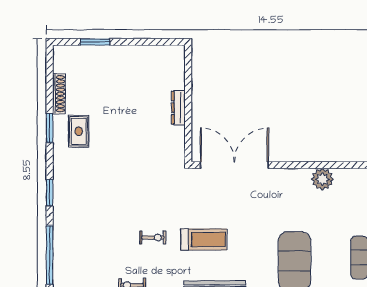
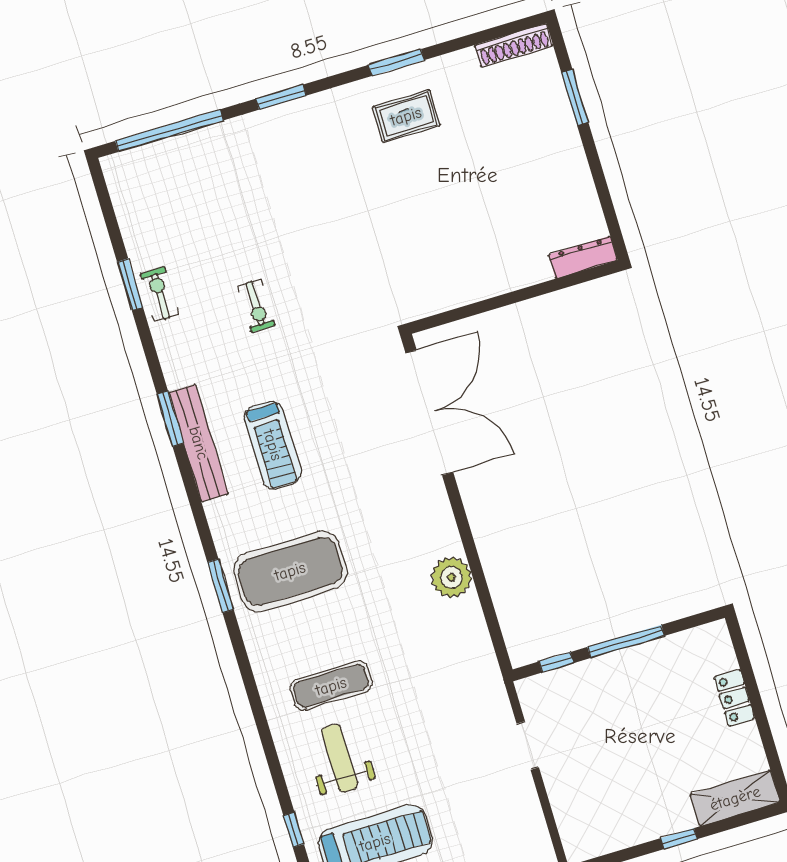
shoe rack: (59, 94) -> (514, 45), moved
dresser: (178, 108) -> (583, 257), moved
treadmill: (204, 239) -> (273, 445), moved

